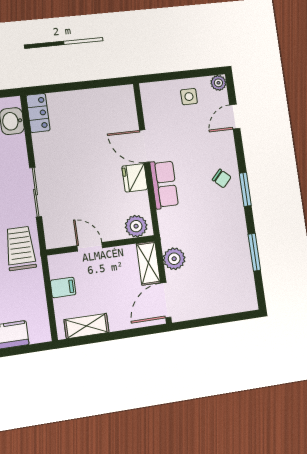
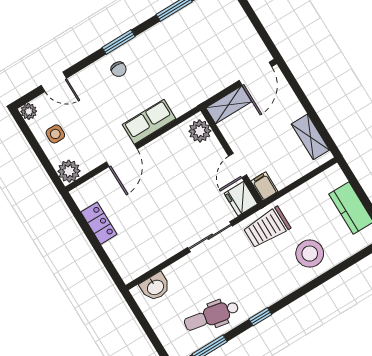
locker: (38, 113) -> (99, 223), moved, turned 90
fridge: (135, 178) -> (241, 199), moved, turned 90
chair: (222, 178) -> (119, 69), turned 137
plant: (174, 259) -> (69, 171), moved
filing cabinet: (63, 287) -> (264, 186), moved
door: (166, 300) -> (255, 74), hinge flipped

